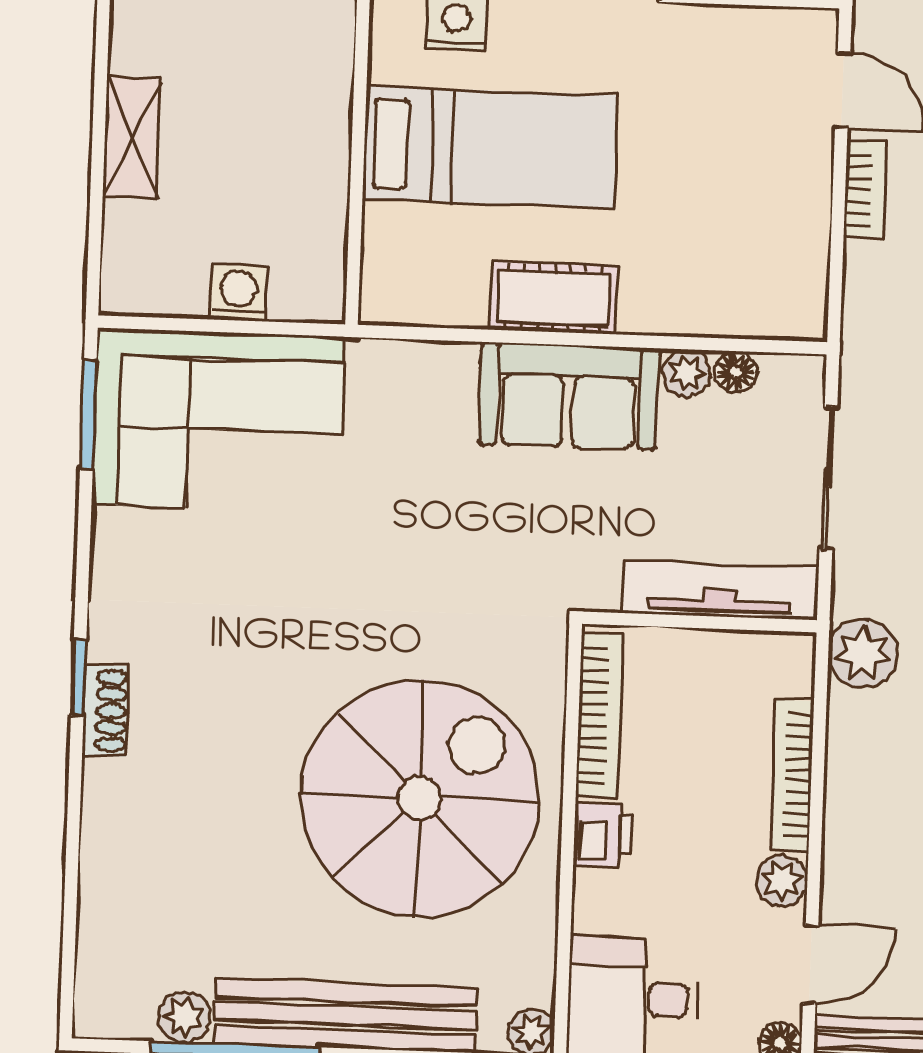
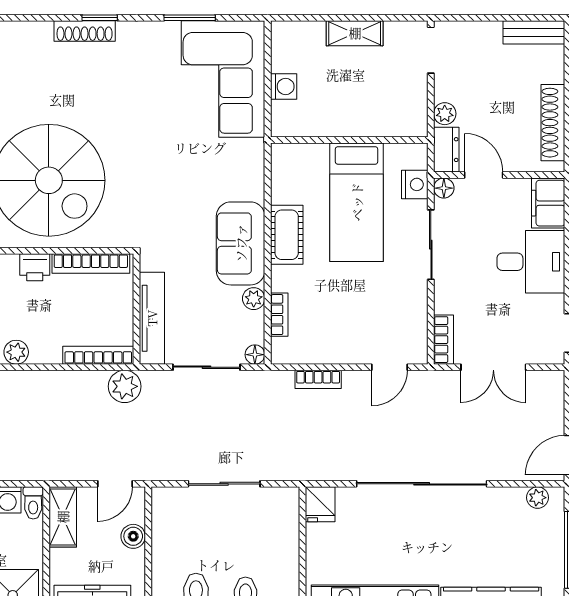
bookcase: (865, 190) -> (318, 379), moved
bookcase: (722, 320) -> (279, 315), added
floor lamp: (736, 372) -> (255, 355), moved
window: (88, 414) -> (190, 18), moved
shoe rack: (106, 711) -> (85, 31), width x1.43
bookcase: (792, 775) -> (98, 355), moved

